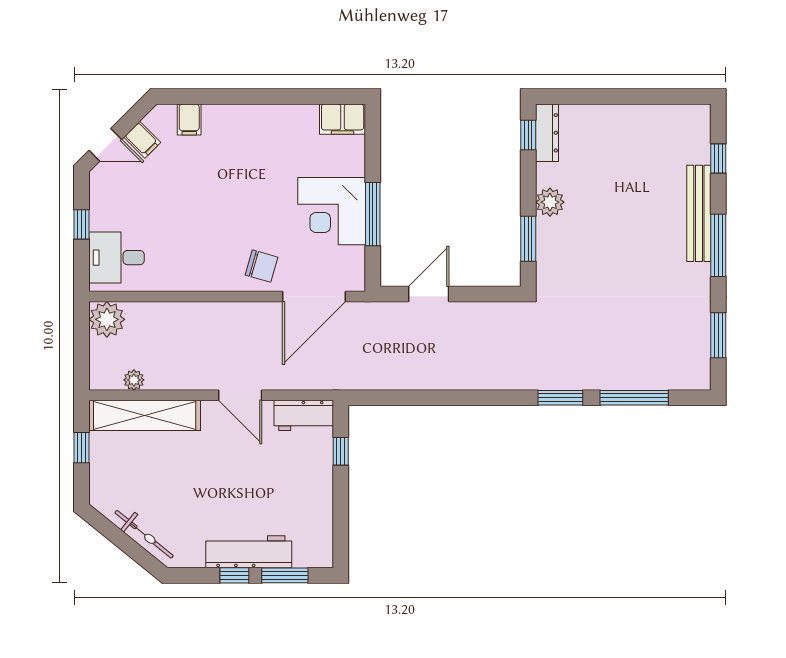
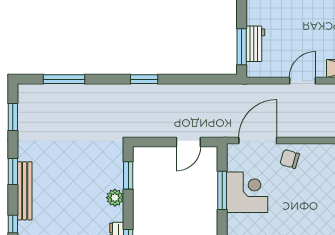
window: (718, 245) -> (13, 171), width x0.69
door: (240, 395) -> (303, 81), hinge flipped
window: (560, 398) -> (144, 79), moved
workbench: (304, 415) -> (255, 44), moved, turned 90
window: (341, 451) -> (242, 47), width x2.17

